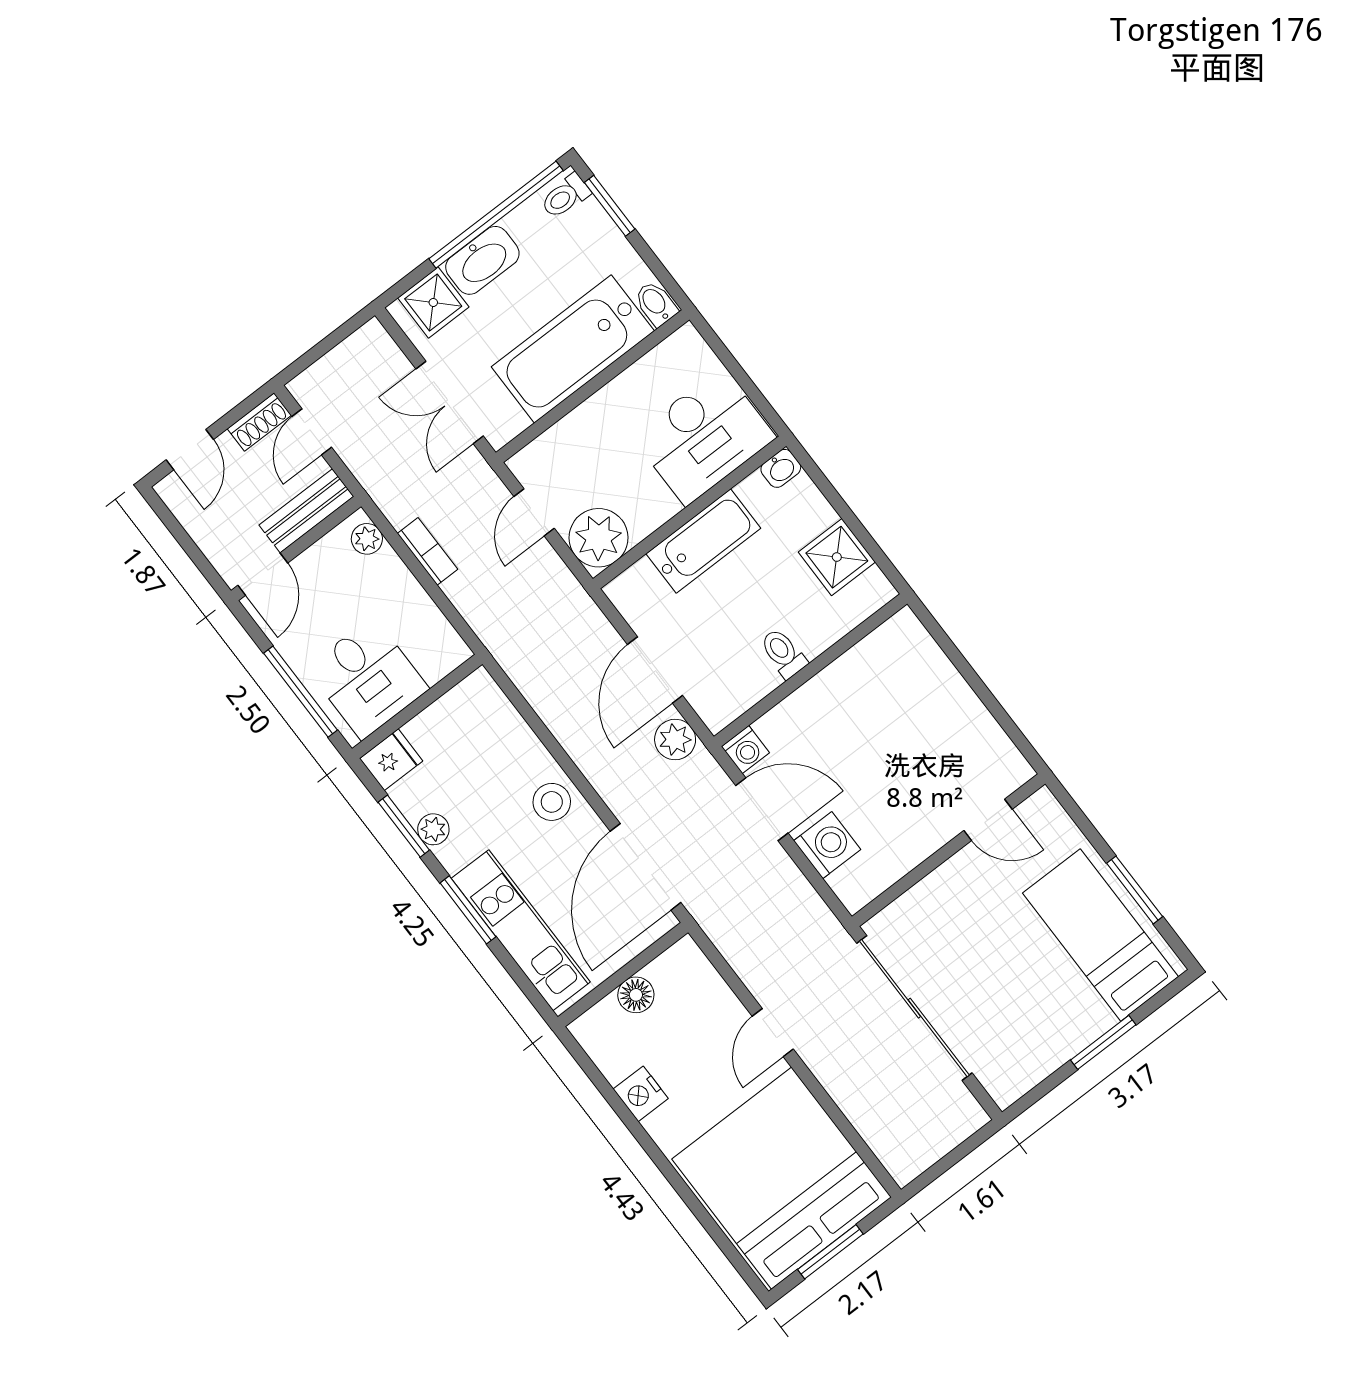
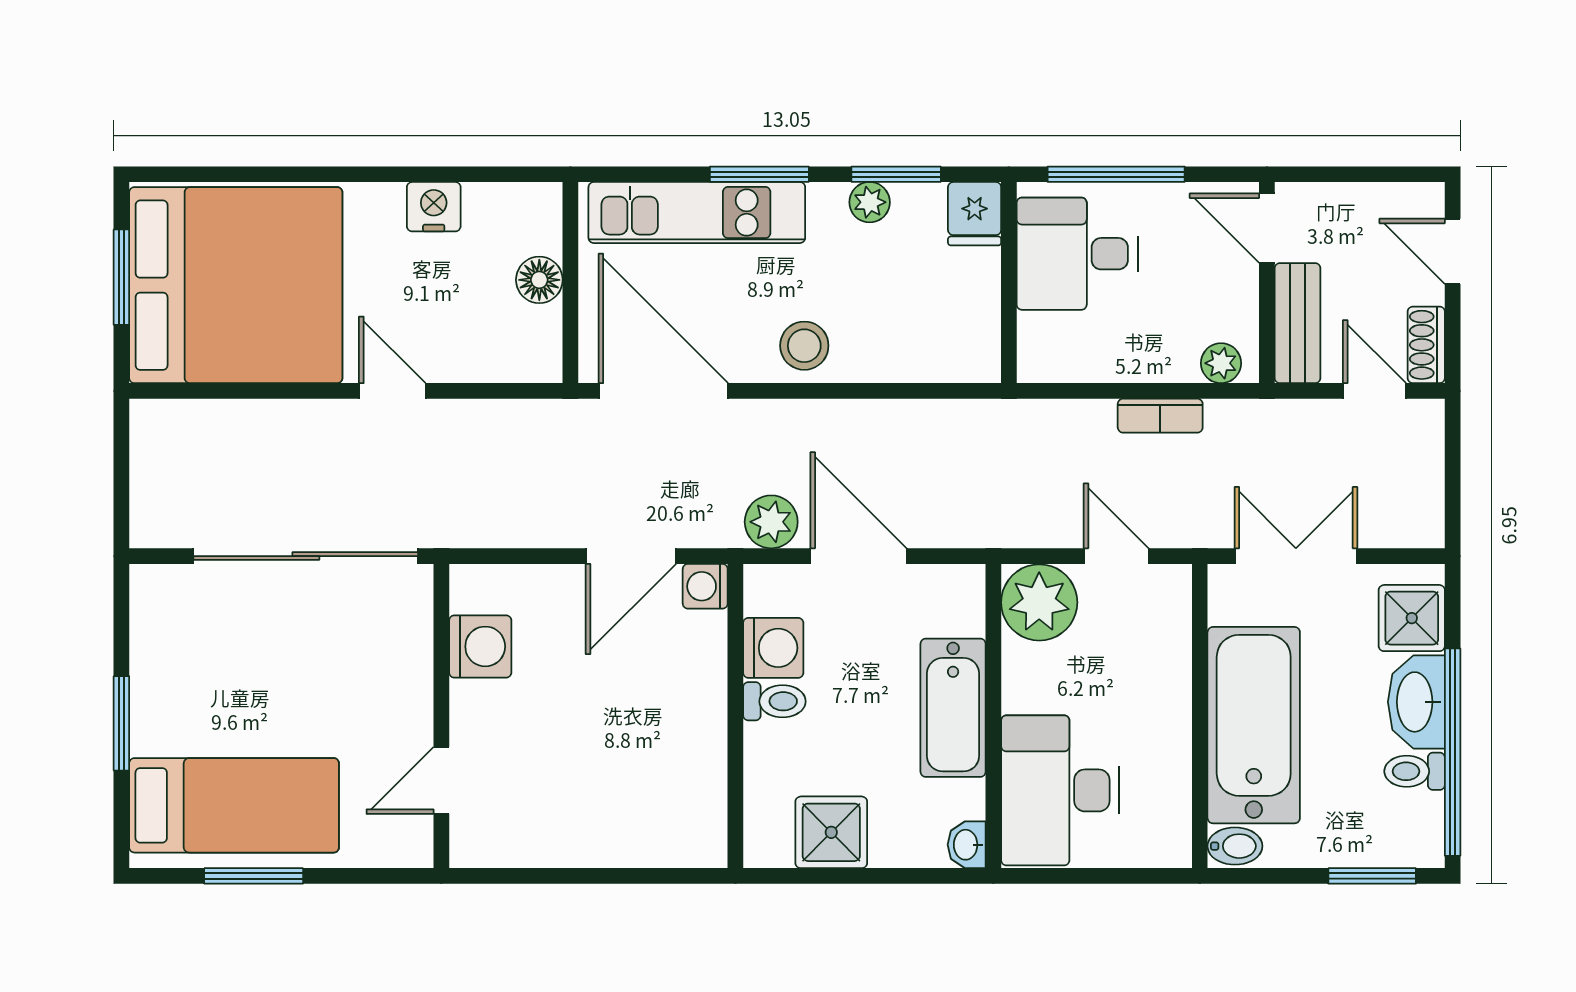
toilet: (565, 196) -> (1415, 771), moved, turned -90
washing machine: (751, 679) -> (773, 648), added
washing machine: (827, 845) -> (480, 646), moved, turned -90

